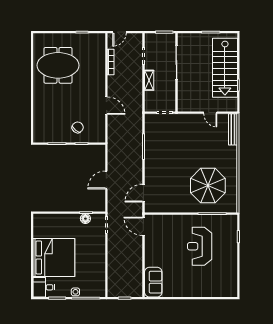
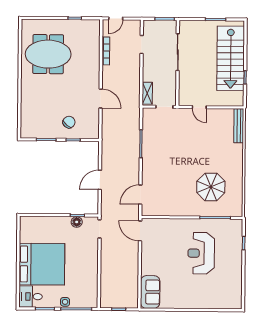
shelving: (149, 80) -> (147, 93), moved
door: (210, 113) -> (199, 107), moved
parasol: (208, 186) -> (211, 187), width x0.73, depth x0.73

